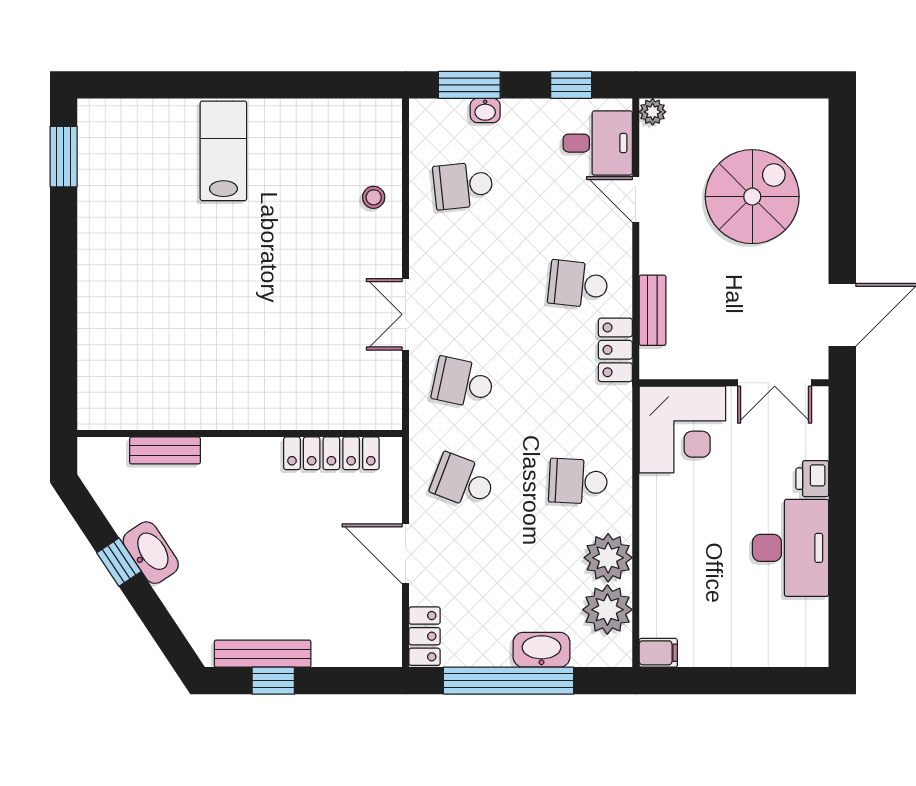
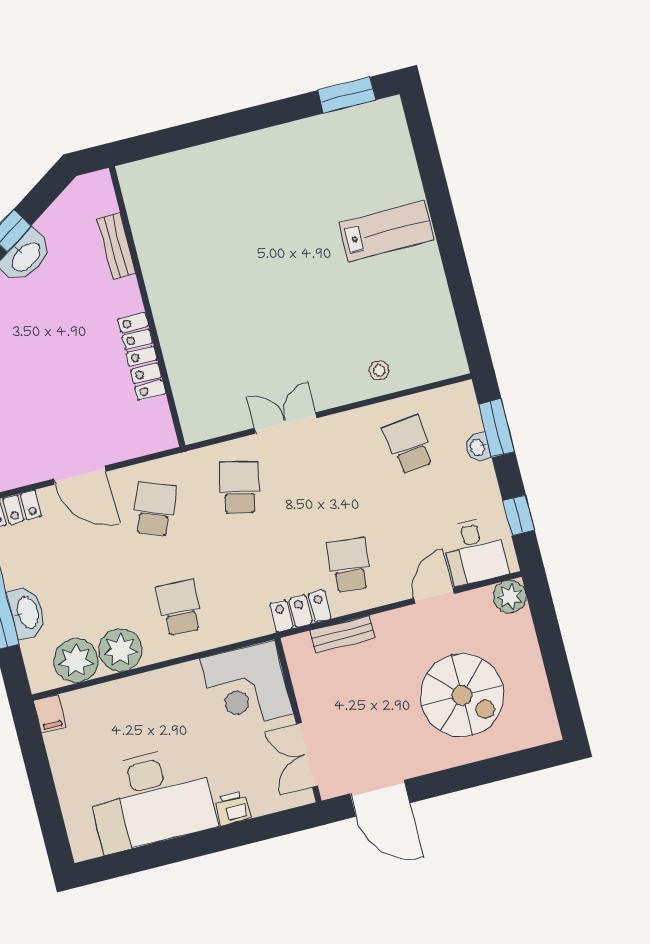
plant: (653, 112) -> (510, 597), width x1.38, depth x1.38
locker: (331, 453) -> (142, 356), moved
desk: (791, 548) -> (151, 799), width x1.36, depth x1.30
door: (406, 554) -> (80, 475), swing flipped

